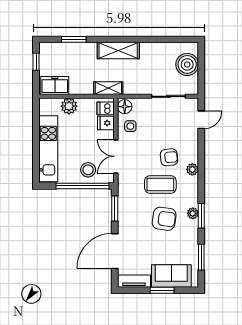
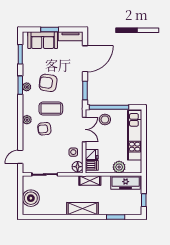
freezer: (55, 85) -> (126, 182), width x1.40

